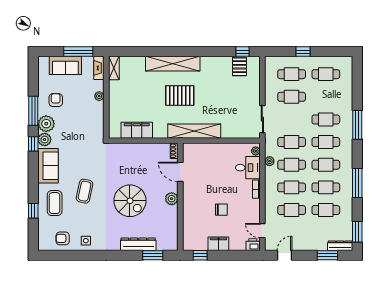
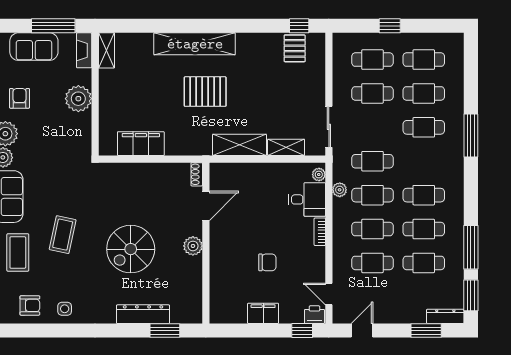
plant: (99, 96) -> (78, 99), width x1.87, depth x1.87
shelving: (194, 131) -> (239, 145), width x0.68
shelving: (234, 133) -> (286, 147), added
cafe table: (326, 142) -> (424, 93), moved
door: (180, 172) -> (206, 206), swing flipped
window: (357, 183) -> (471, 247), moved
spiral stairs: (130, 201) -> (131, 249), turned 90
armchair: (63, 238) -> (30, 305), turned 180
window: (200, 255) -> (302, 331), moved

